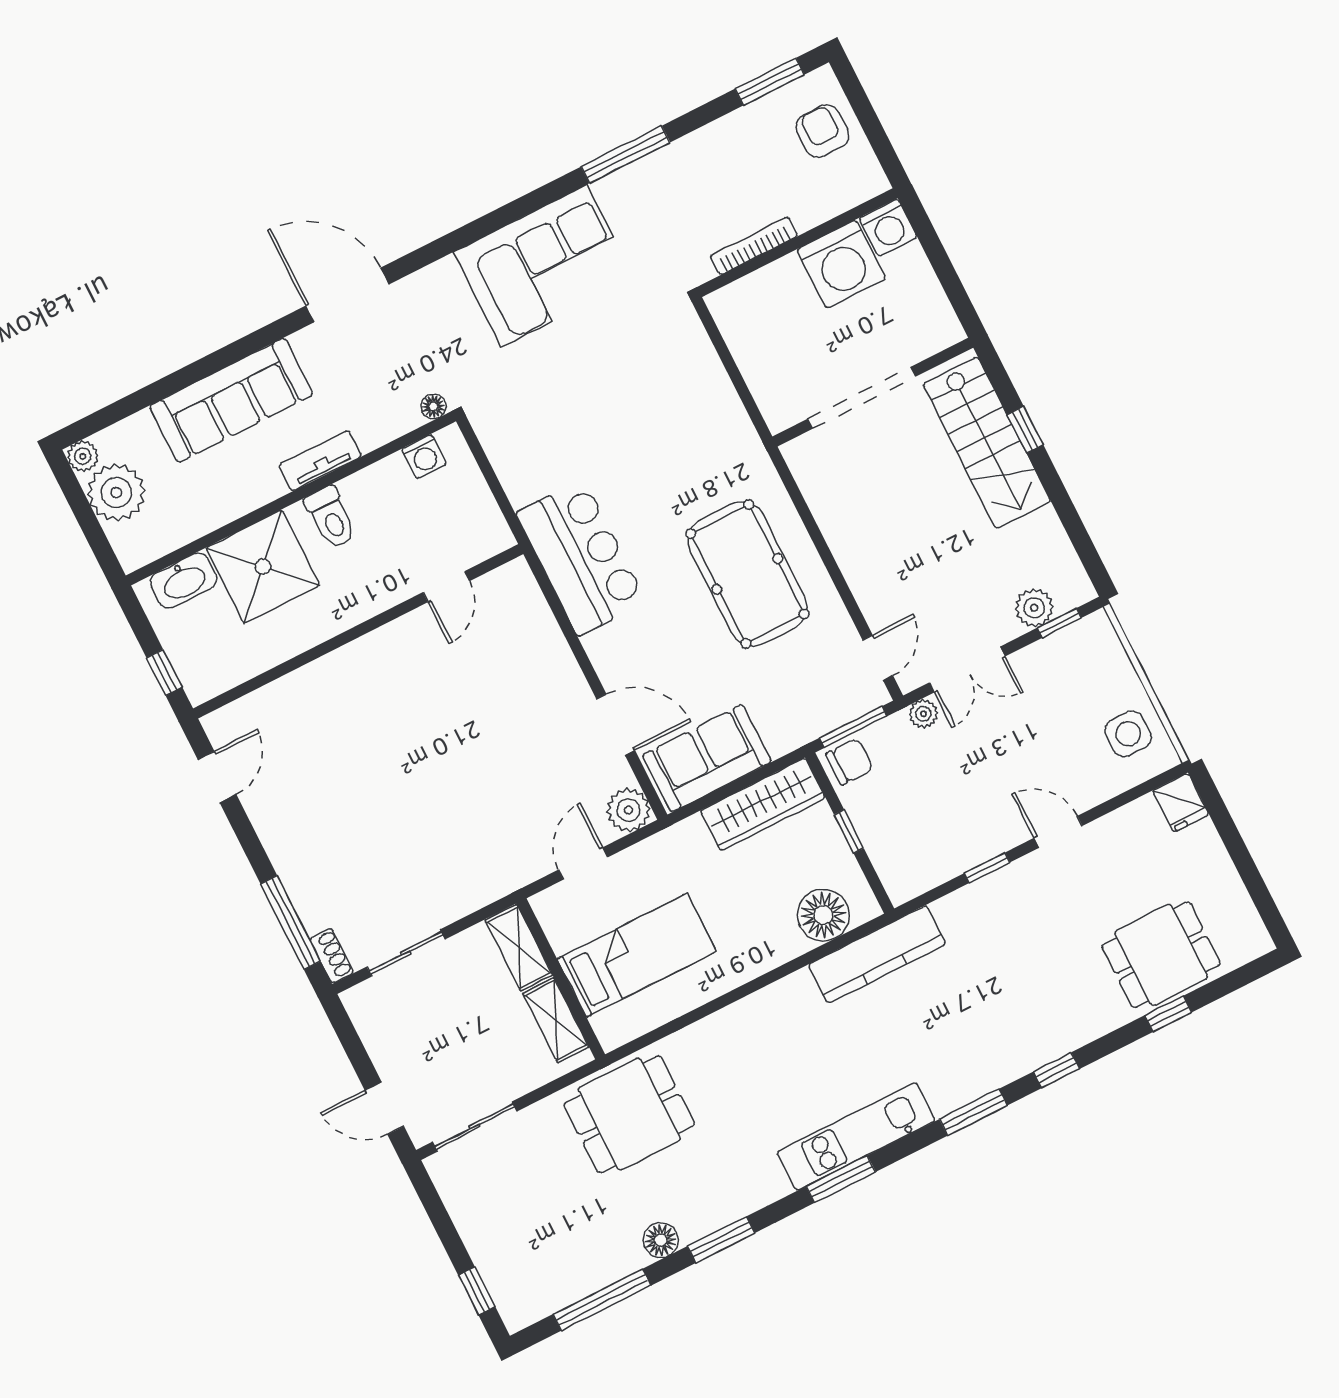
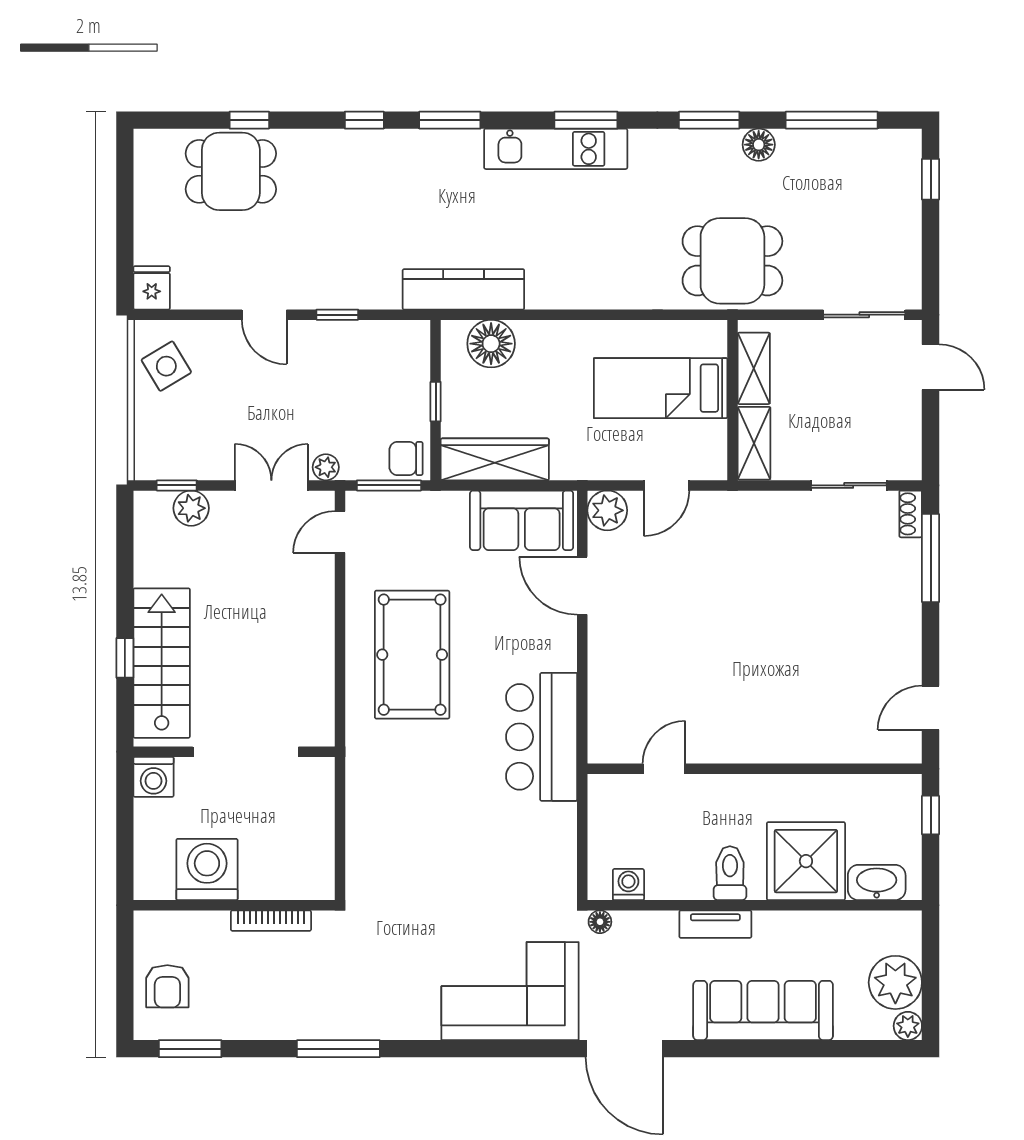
washing machine: (888, 228) -> (153, 777), moved, turned 180
corner sofa: (544, 266) -> (510, 991), moved
side table: (1128, 734) -> (166, 366), turned -31

